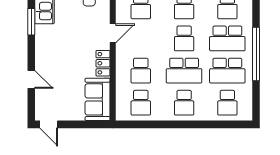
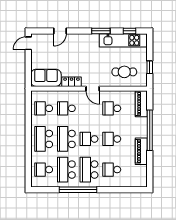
school desk: (184, 103) -> (44, 139), width x1.85

